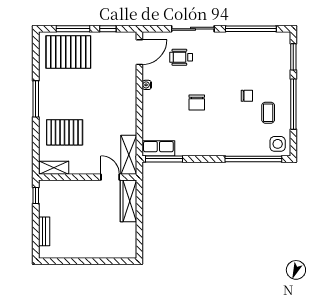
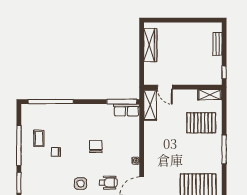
side table: (278, 144) -> (81, 183), moved
wardrobe: (128, 201) -> (150, 45), moved

